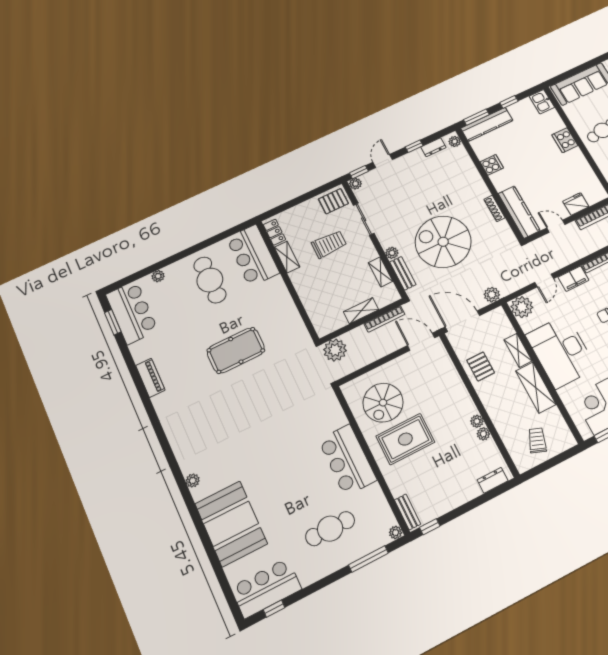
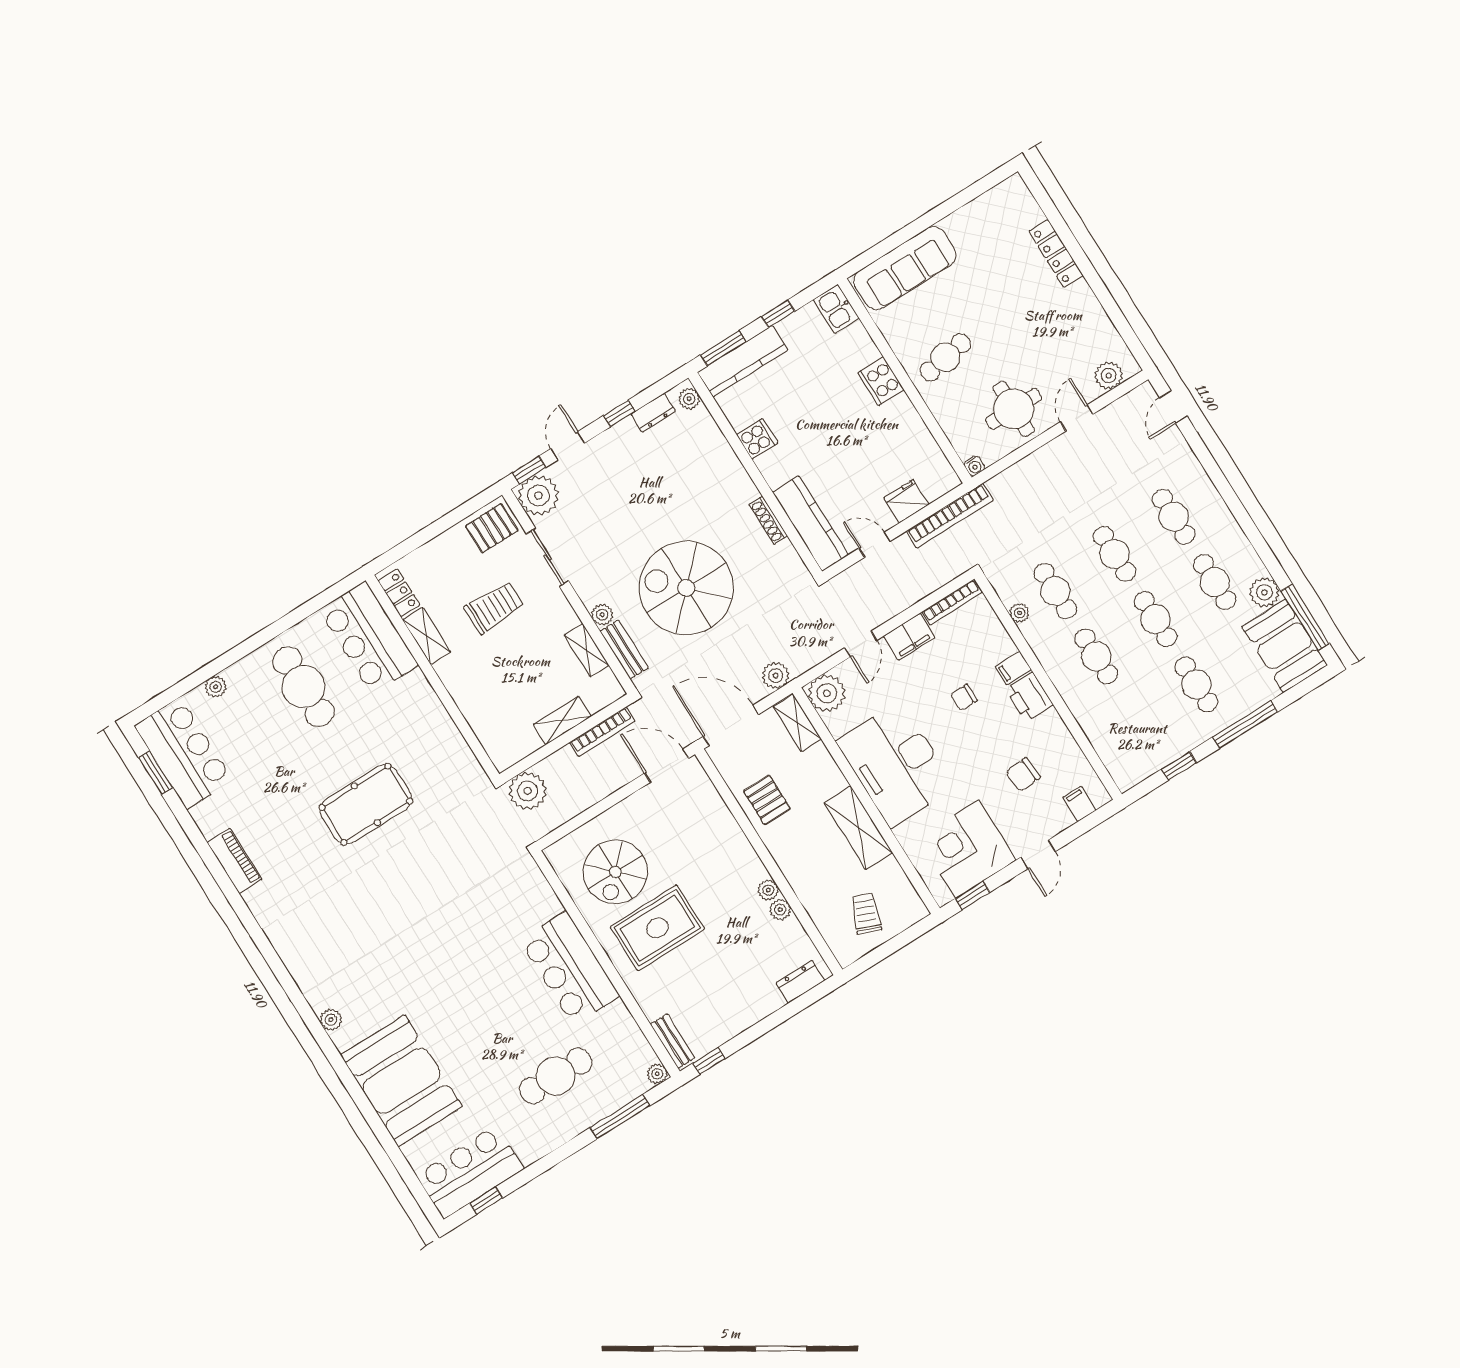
plant: (355, 184) -> (538, 495), width x1.87, depth x1.87
shelving: (518, 350) -> (797, 723), moved

